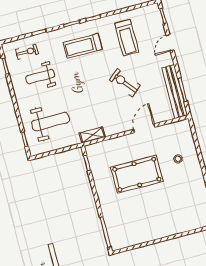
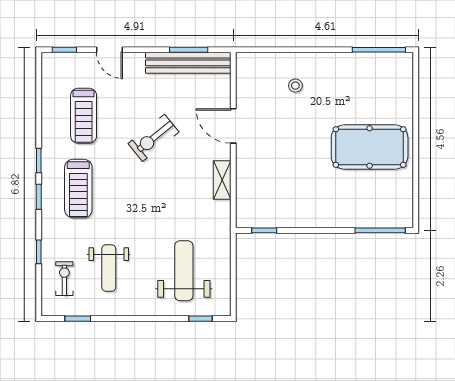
treadmill: (127, 38) -> (84, 116), turned 90
shelving: (92, 135) -> (222, 180), moved
pool table: (137, 174) -> (370, 147), moved, turned 90

